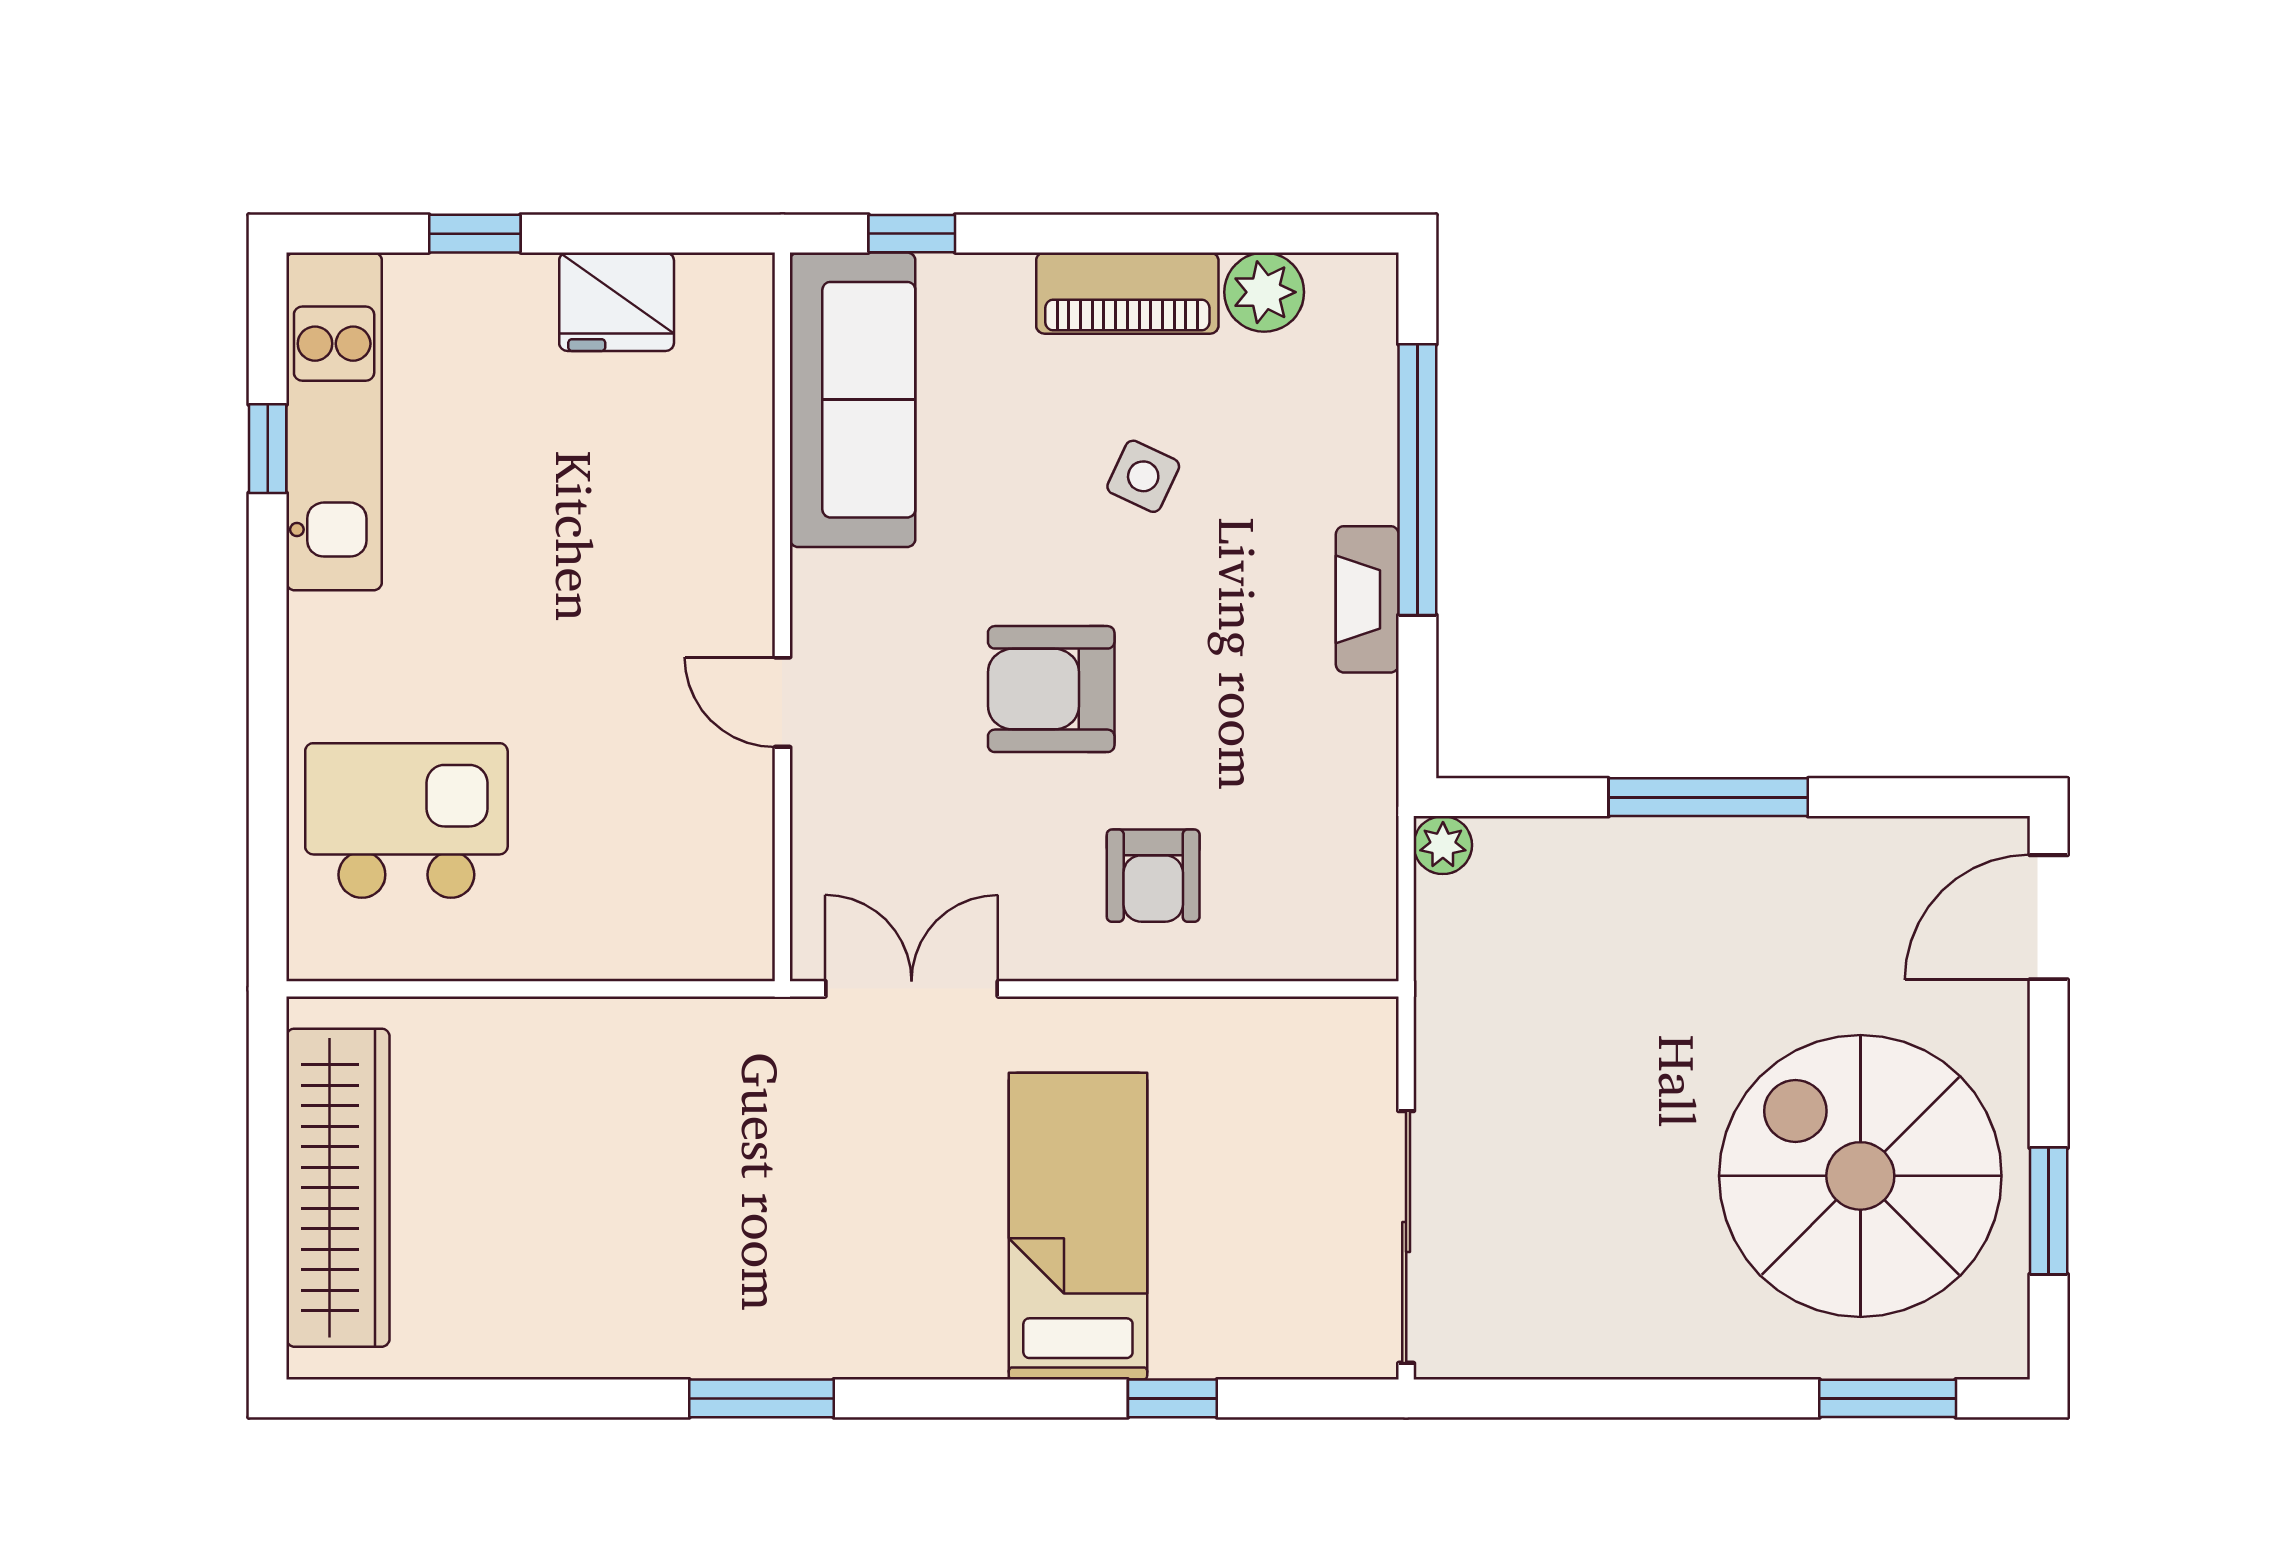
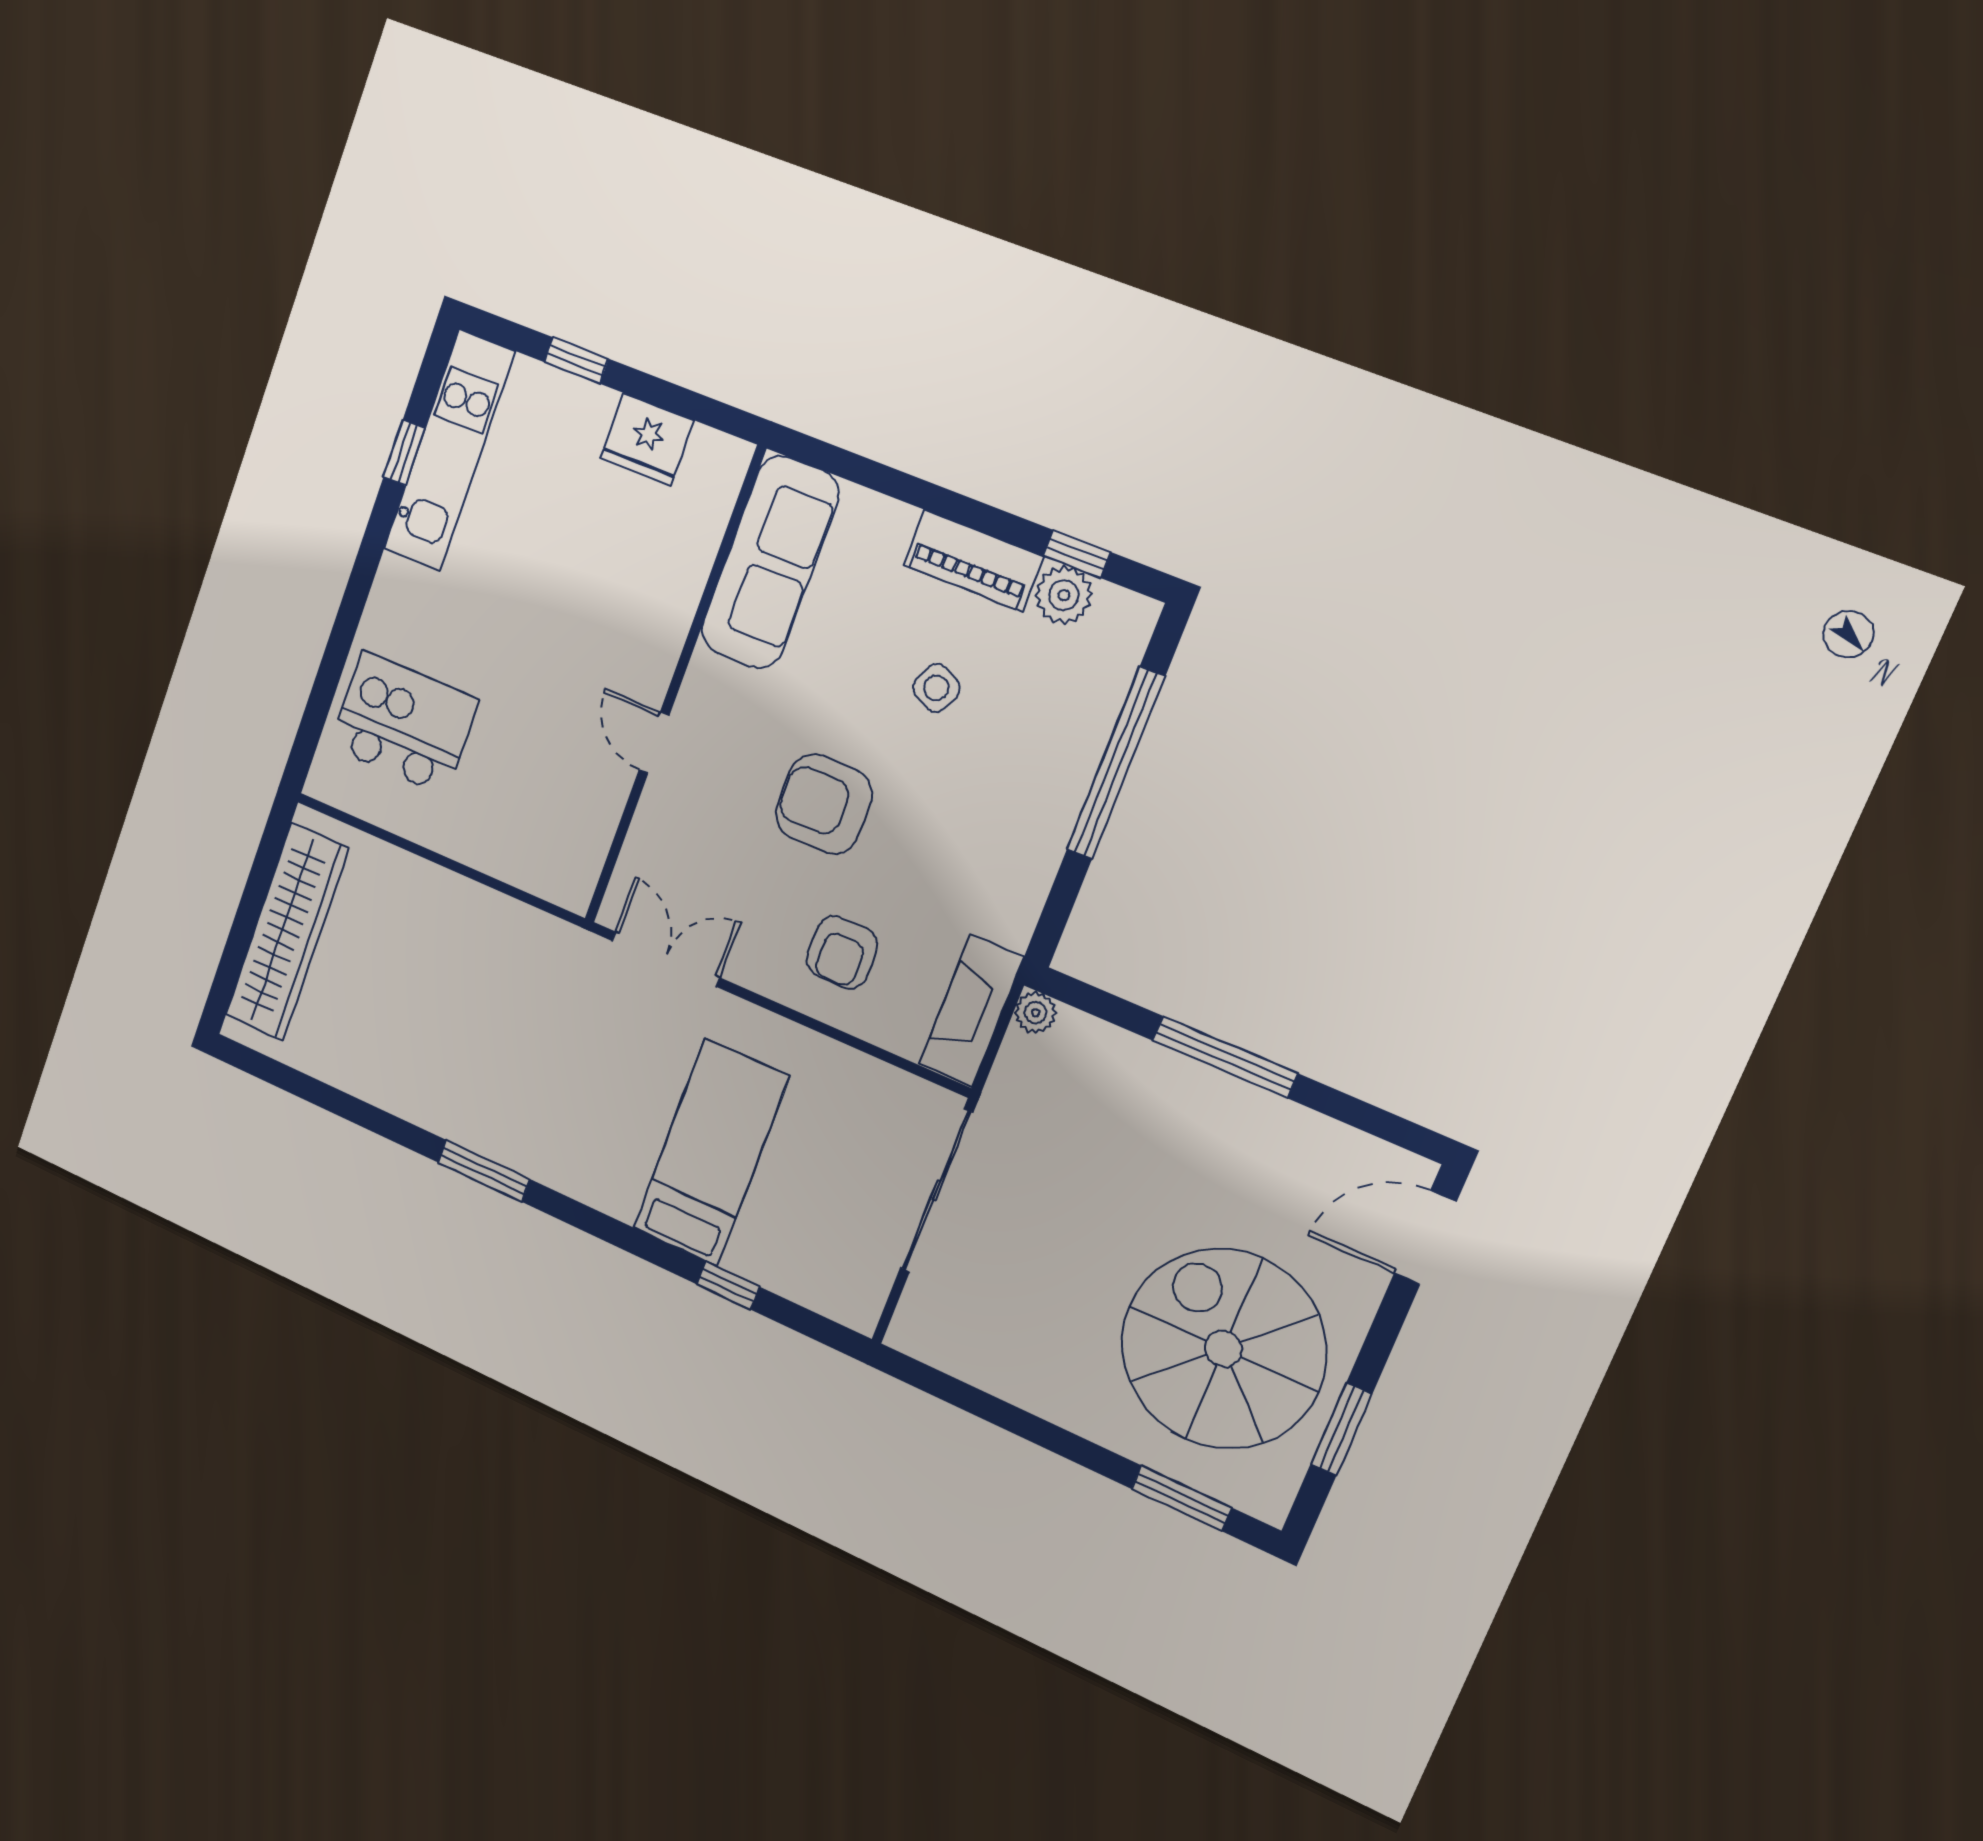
window: (912, 234) -> (1077, 554), moved
fireplace: (1367, 599) -> (971, 1011), moved, width x1.37, depth x1.32
sliding door: (1406, 1237) -> (937, 1191), moved

